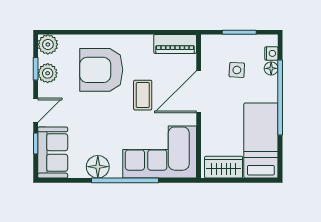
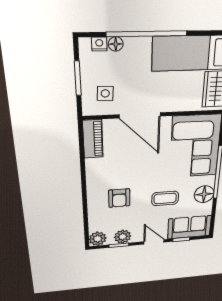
armchair: (101, 70) -> (119, 198), width x0.53, depth x0.53
side table: (237, 70) -> (105, 93), moved
coffee table: (143, 95) -> (165, 198), moved

